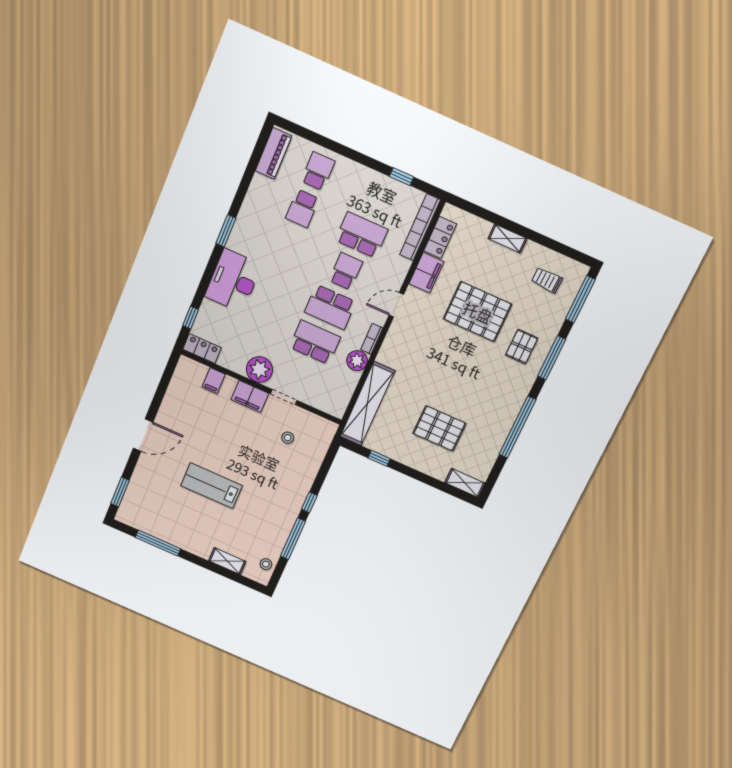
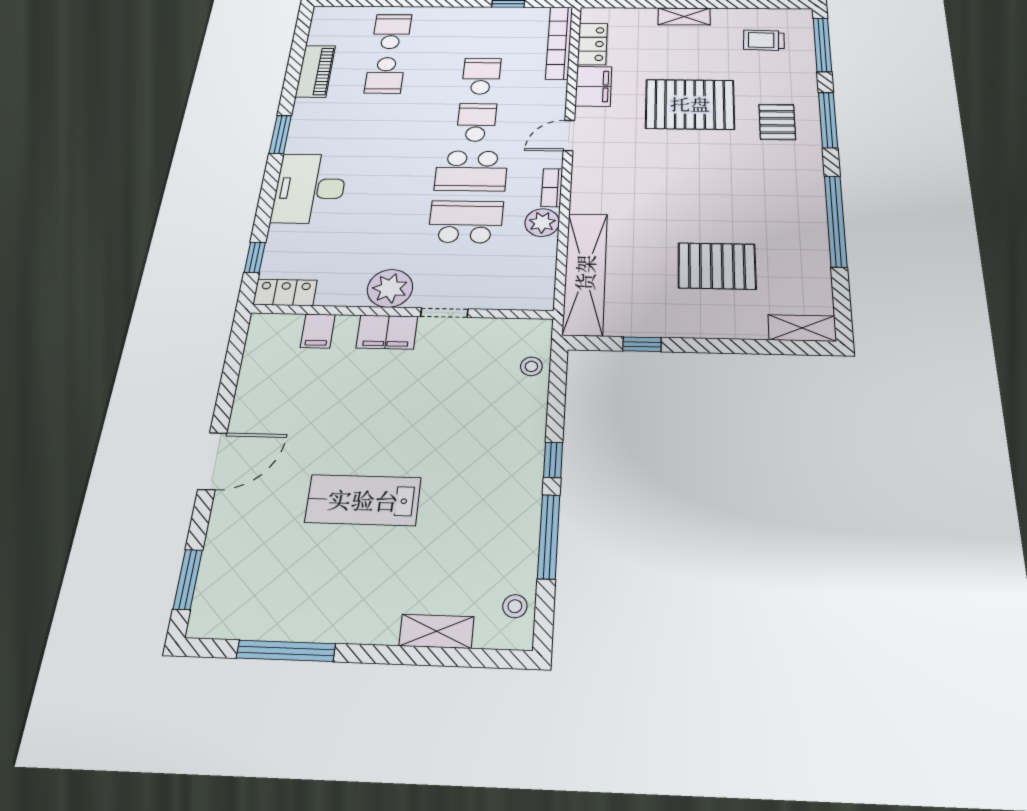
piano: (273, 153) -> (315, 71), moved
school desk: (362, 235) -> (481, 76), width x0.54
stool: (288, 438) -> (531, 366), moved

